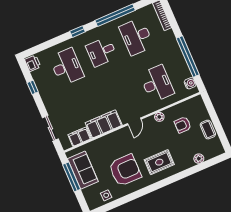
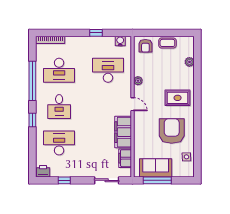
window: (188, 57) -> (96, 33), width x0.32
armchair: (183, 125) -> (145, 46), moved
rug: (159, 162) -> (178, 98), turned 90

